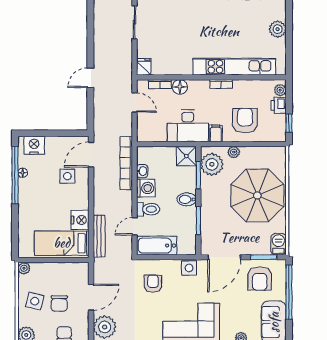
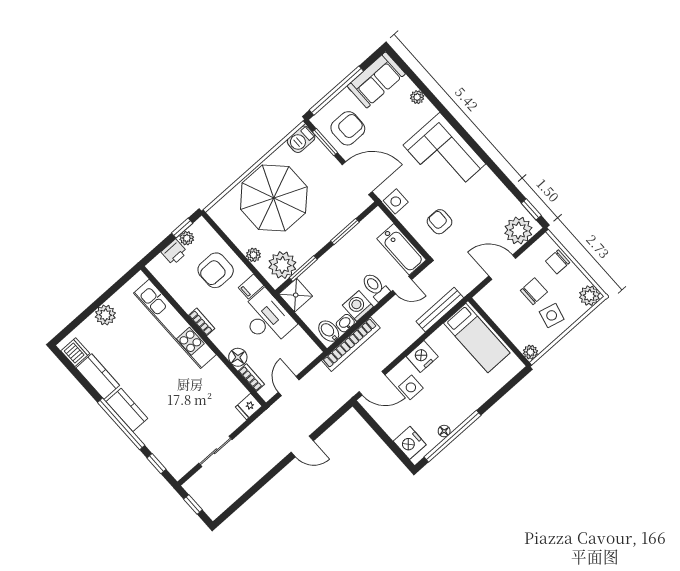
plant: (280, 90) -> (187, 238), moved
bidet: (187, 199) -> (329, 331), moved, turned 180
nightstand: (80, 220) -> (422, 356), moved
armchair: (153, 284) -> (440, 222), turned 90

